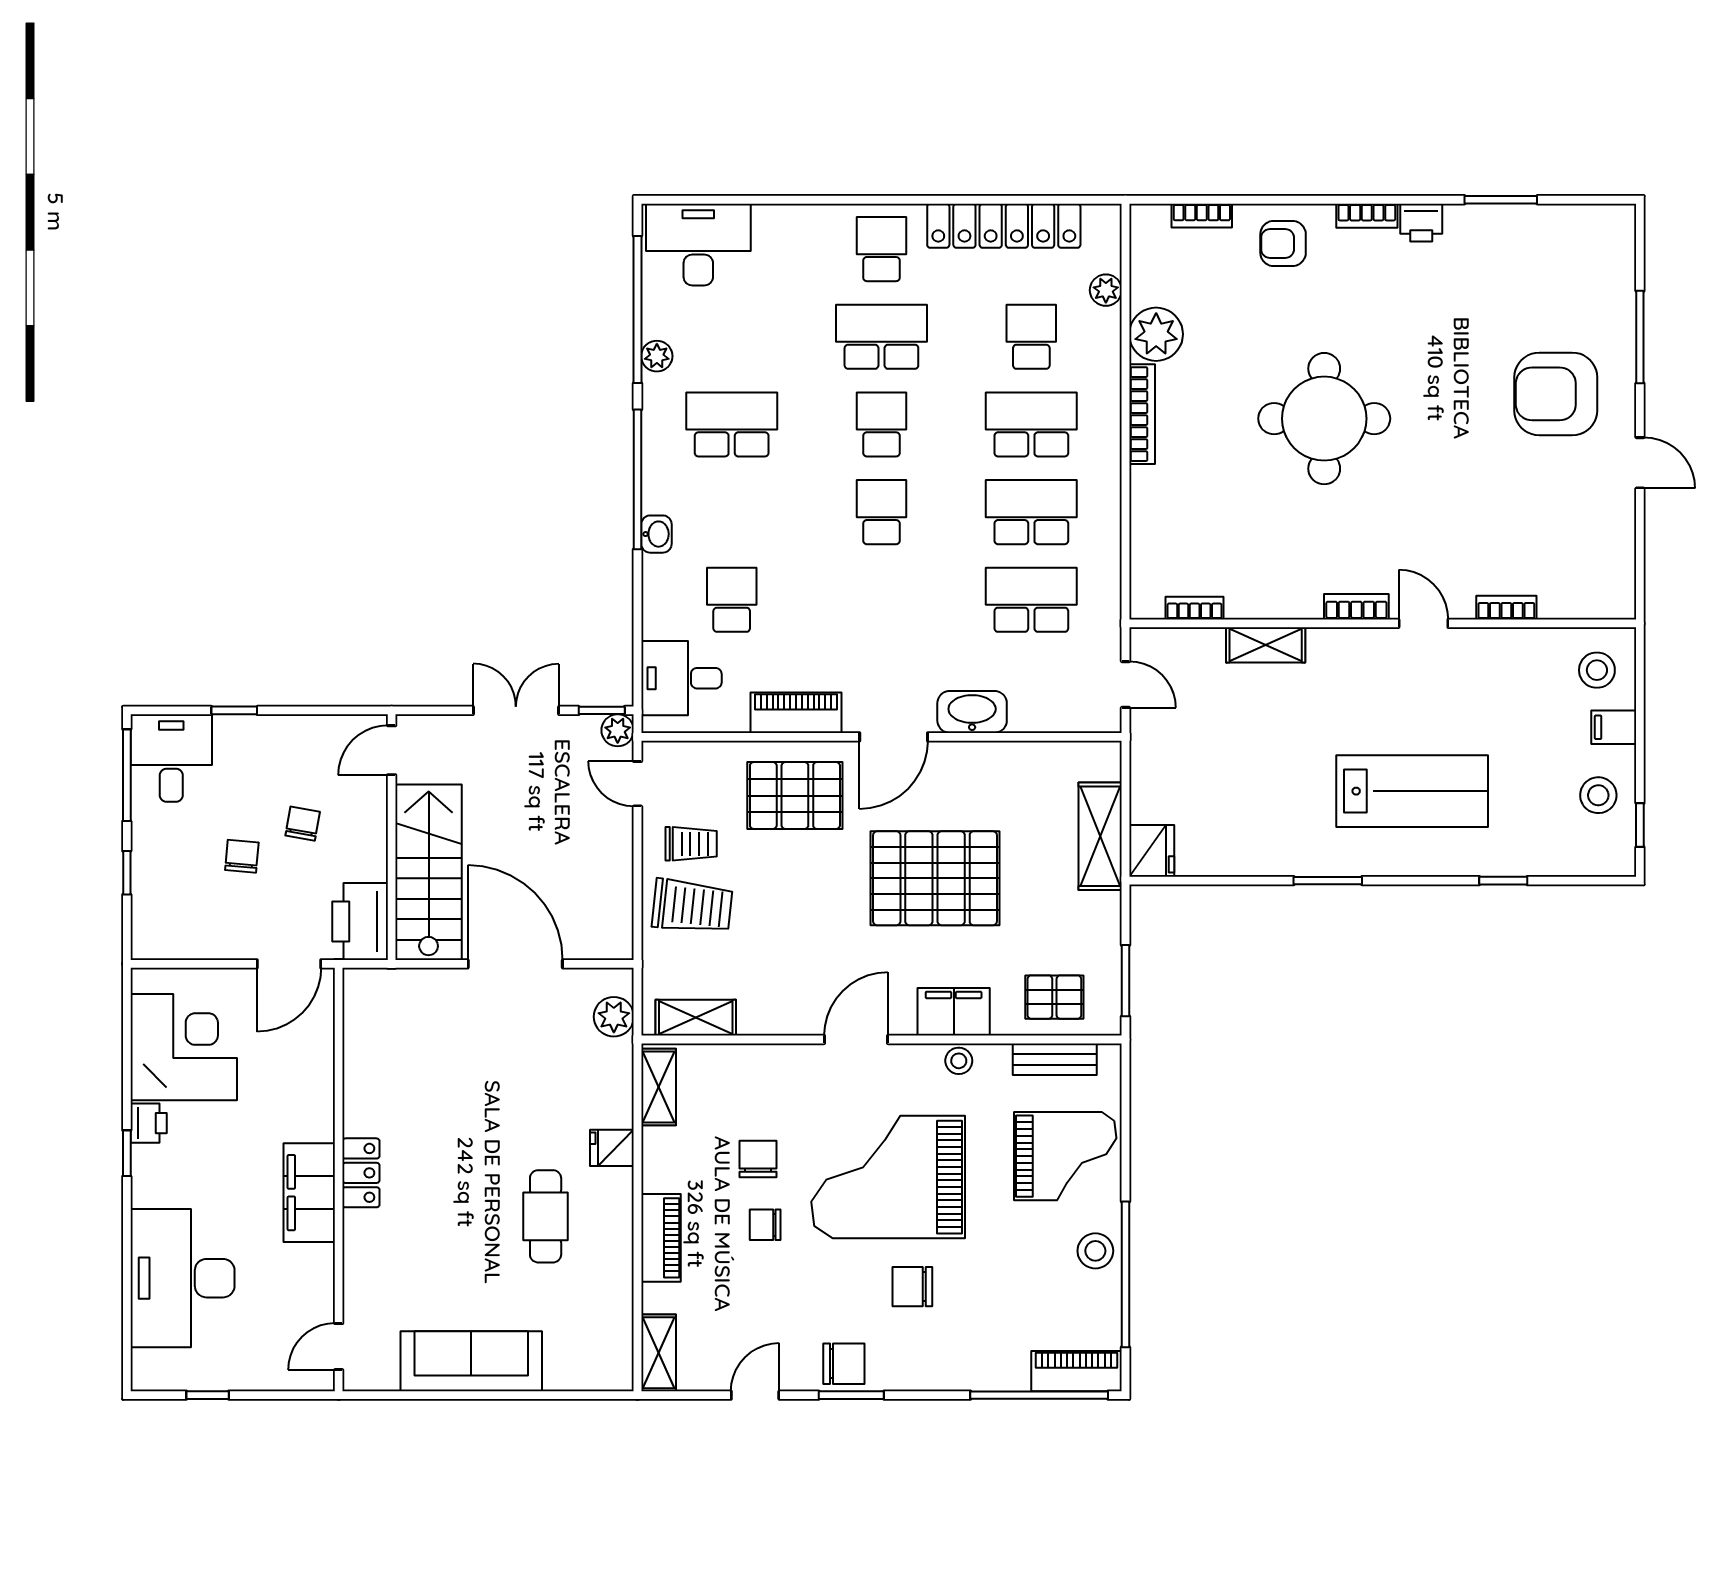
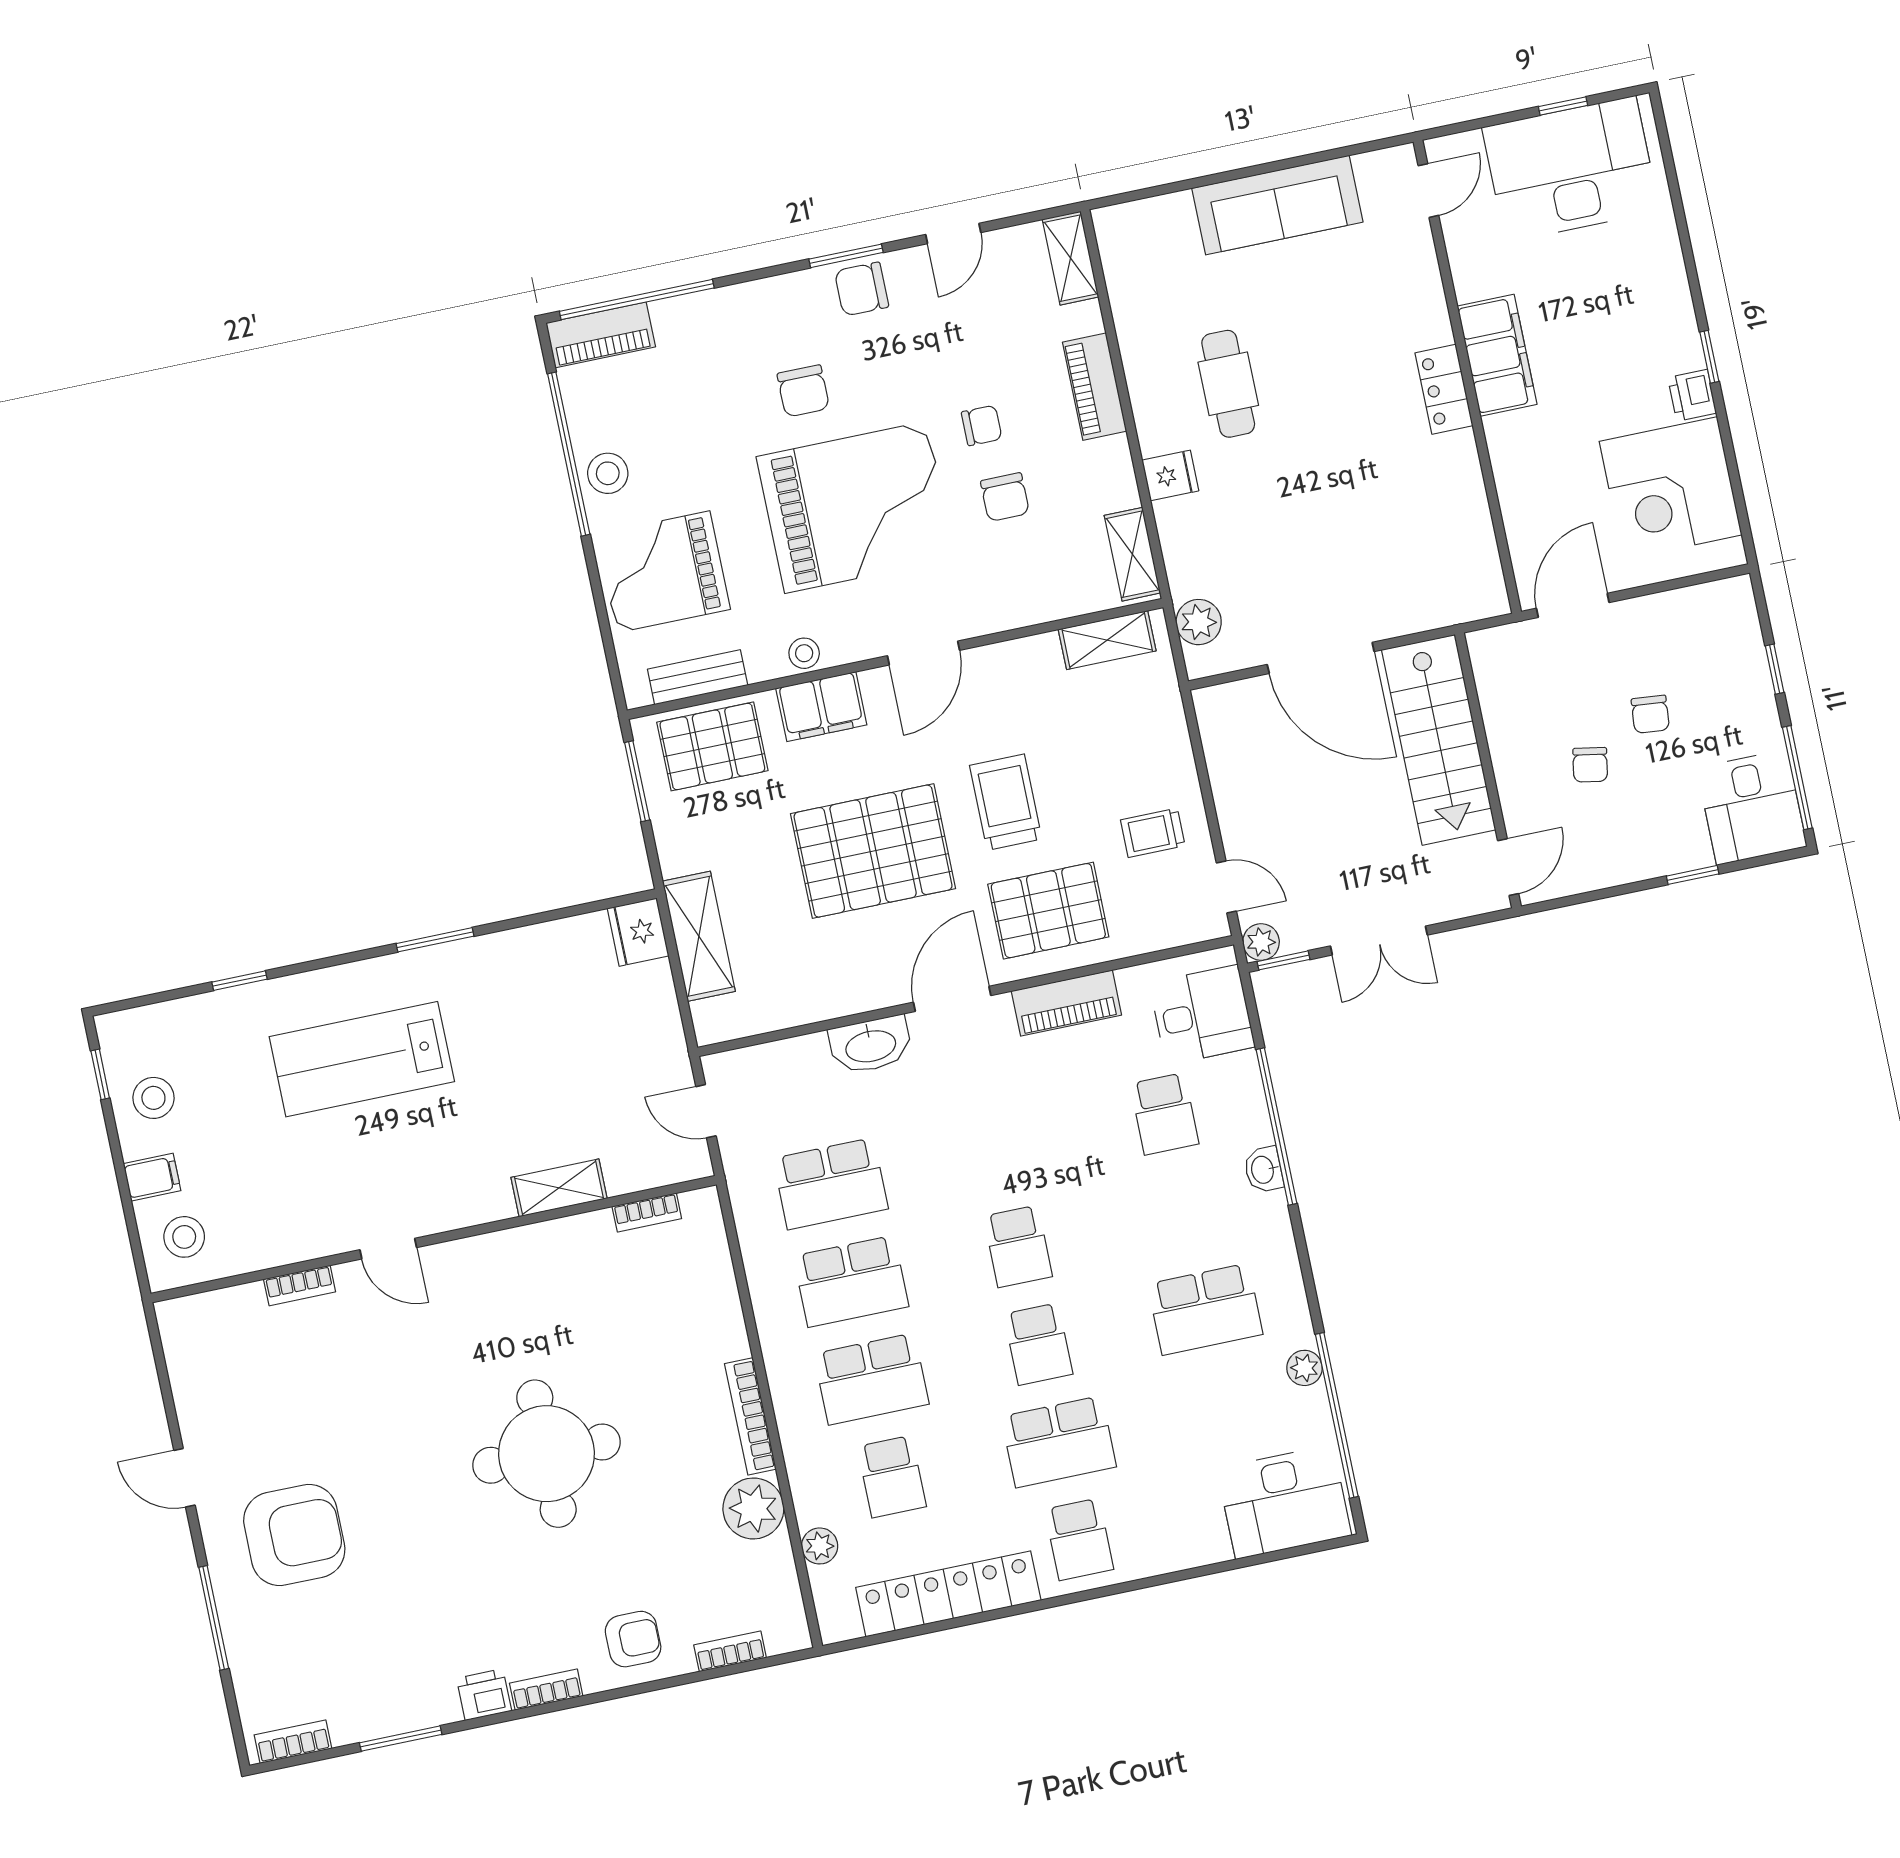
window: (638, 479) -> (1276, 1127), moved
bookcase: (1356, 607) -> (293, 1742), moved, turned 180
trolley: (692, 906) -> (1006, 802), moved, turned 84
printer: (360, 922) -> (1503, 669), removed
pallet: (1054, 997) -> (712, 746), width x1.50, depth x1.42
desk: (182, 1278) -> (1571, 169), moved, turned -90
chair: (912, 1287) -> (803, 391), turned 90

